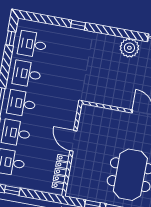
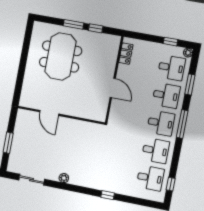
plant: (129, 48) -> (64, 178), width x0.53, depth x0.53
locker: (61, 172) -> (126, 54), width x0.66

